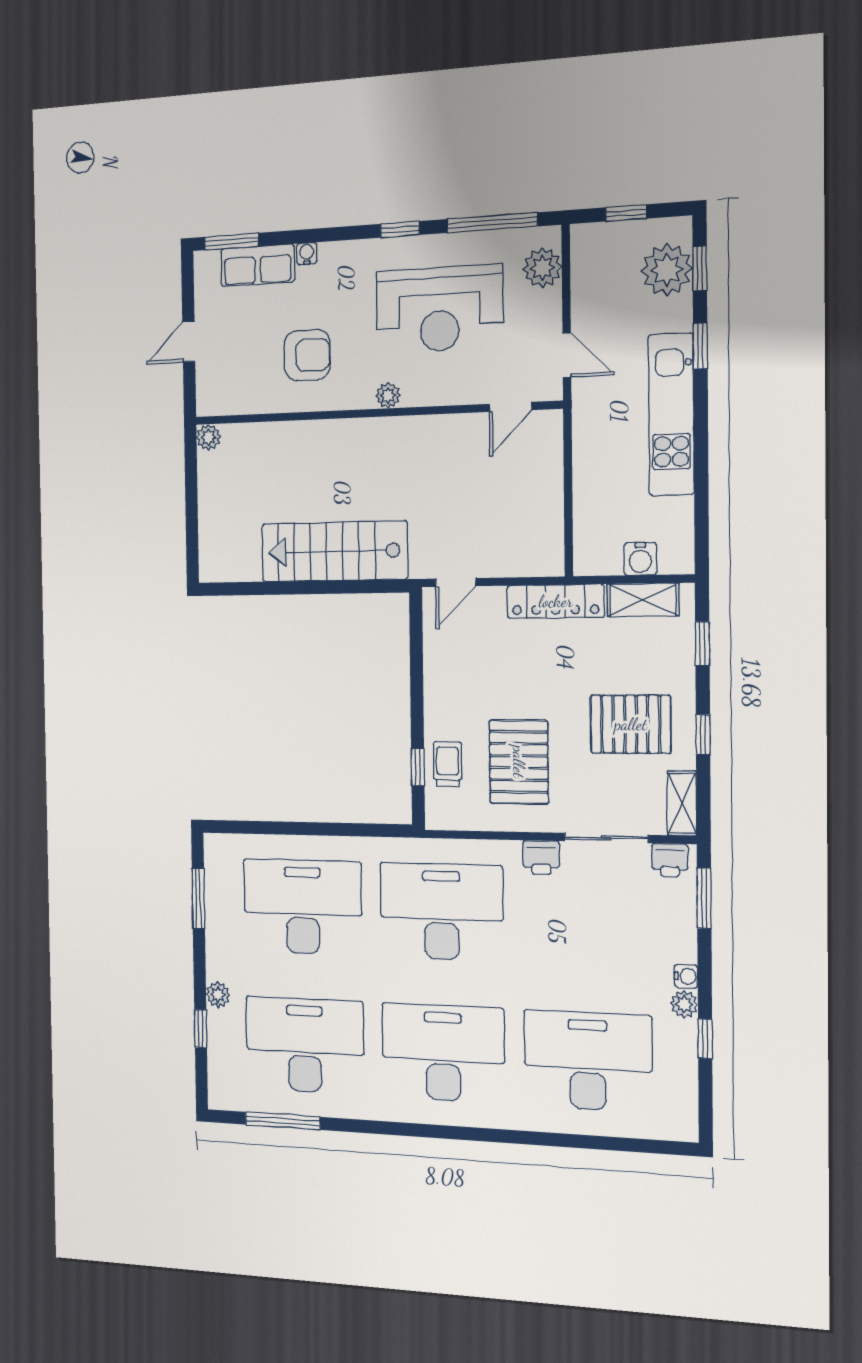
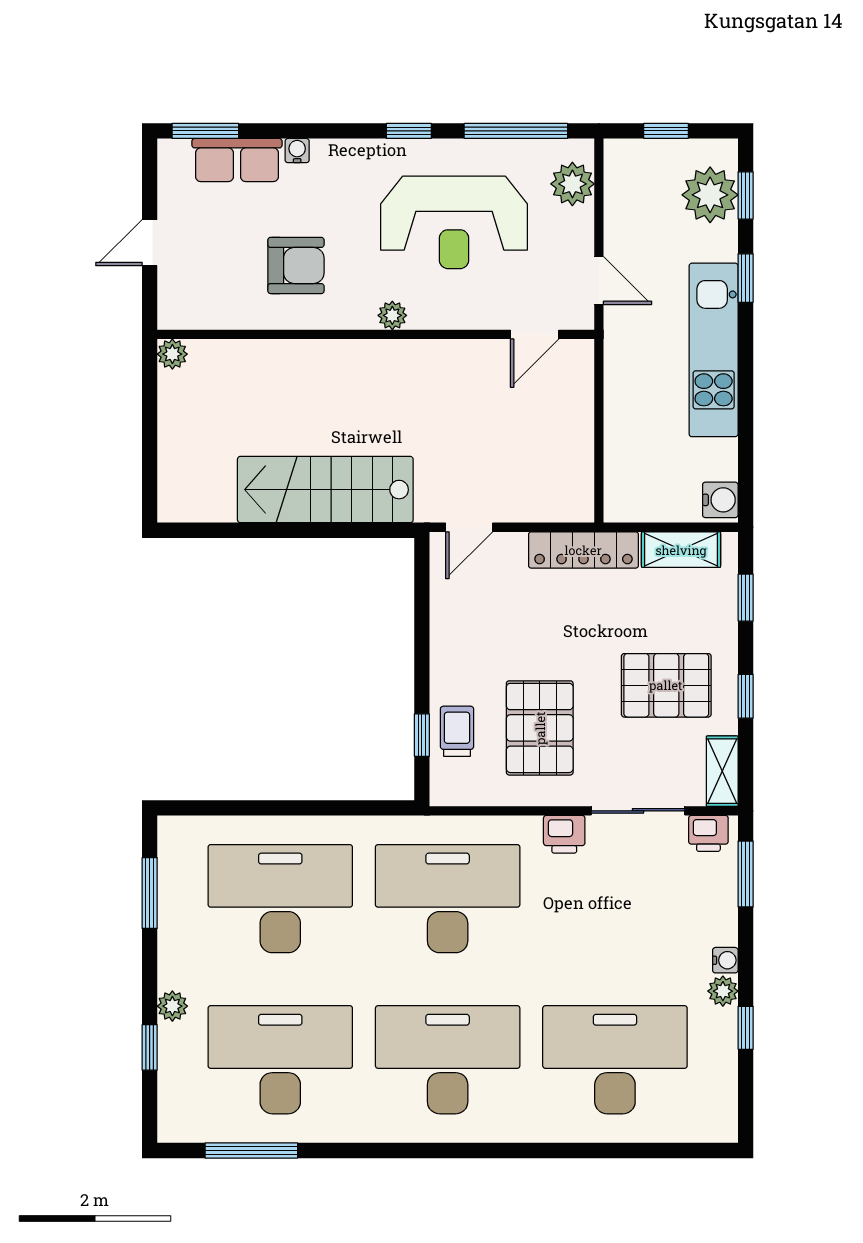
water cooler: (640, 559) -> (720, 500), moved, turned -90

